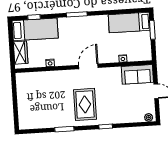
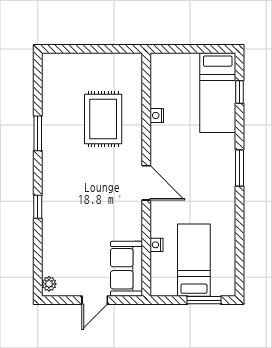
bed: (129, 22) -> (194, 260), moved
wardrobe: (21, 53) -> (178, 64), removed
rug: (85, 104) -> (103, 119), moved, turned 90

